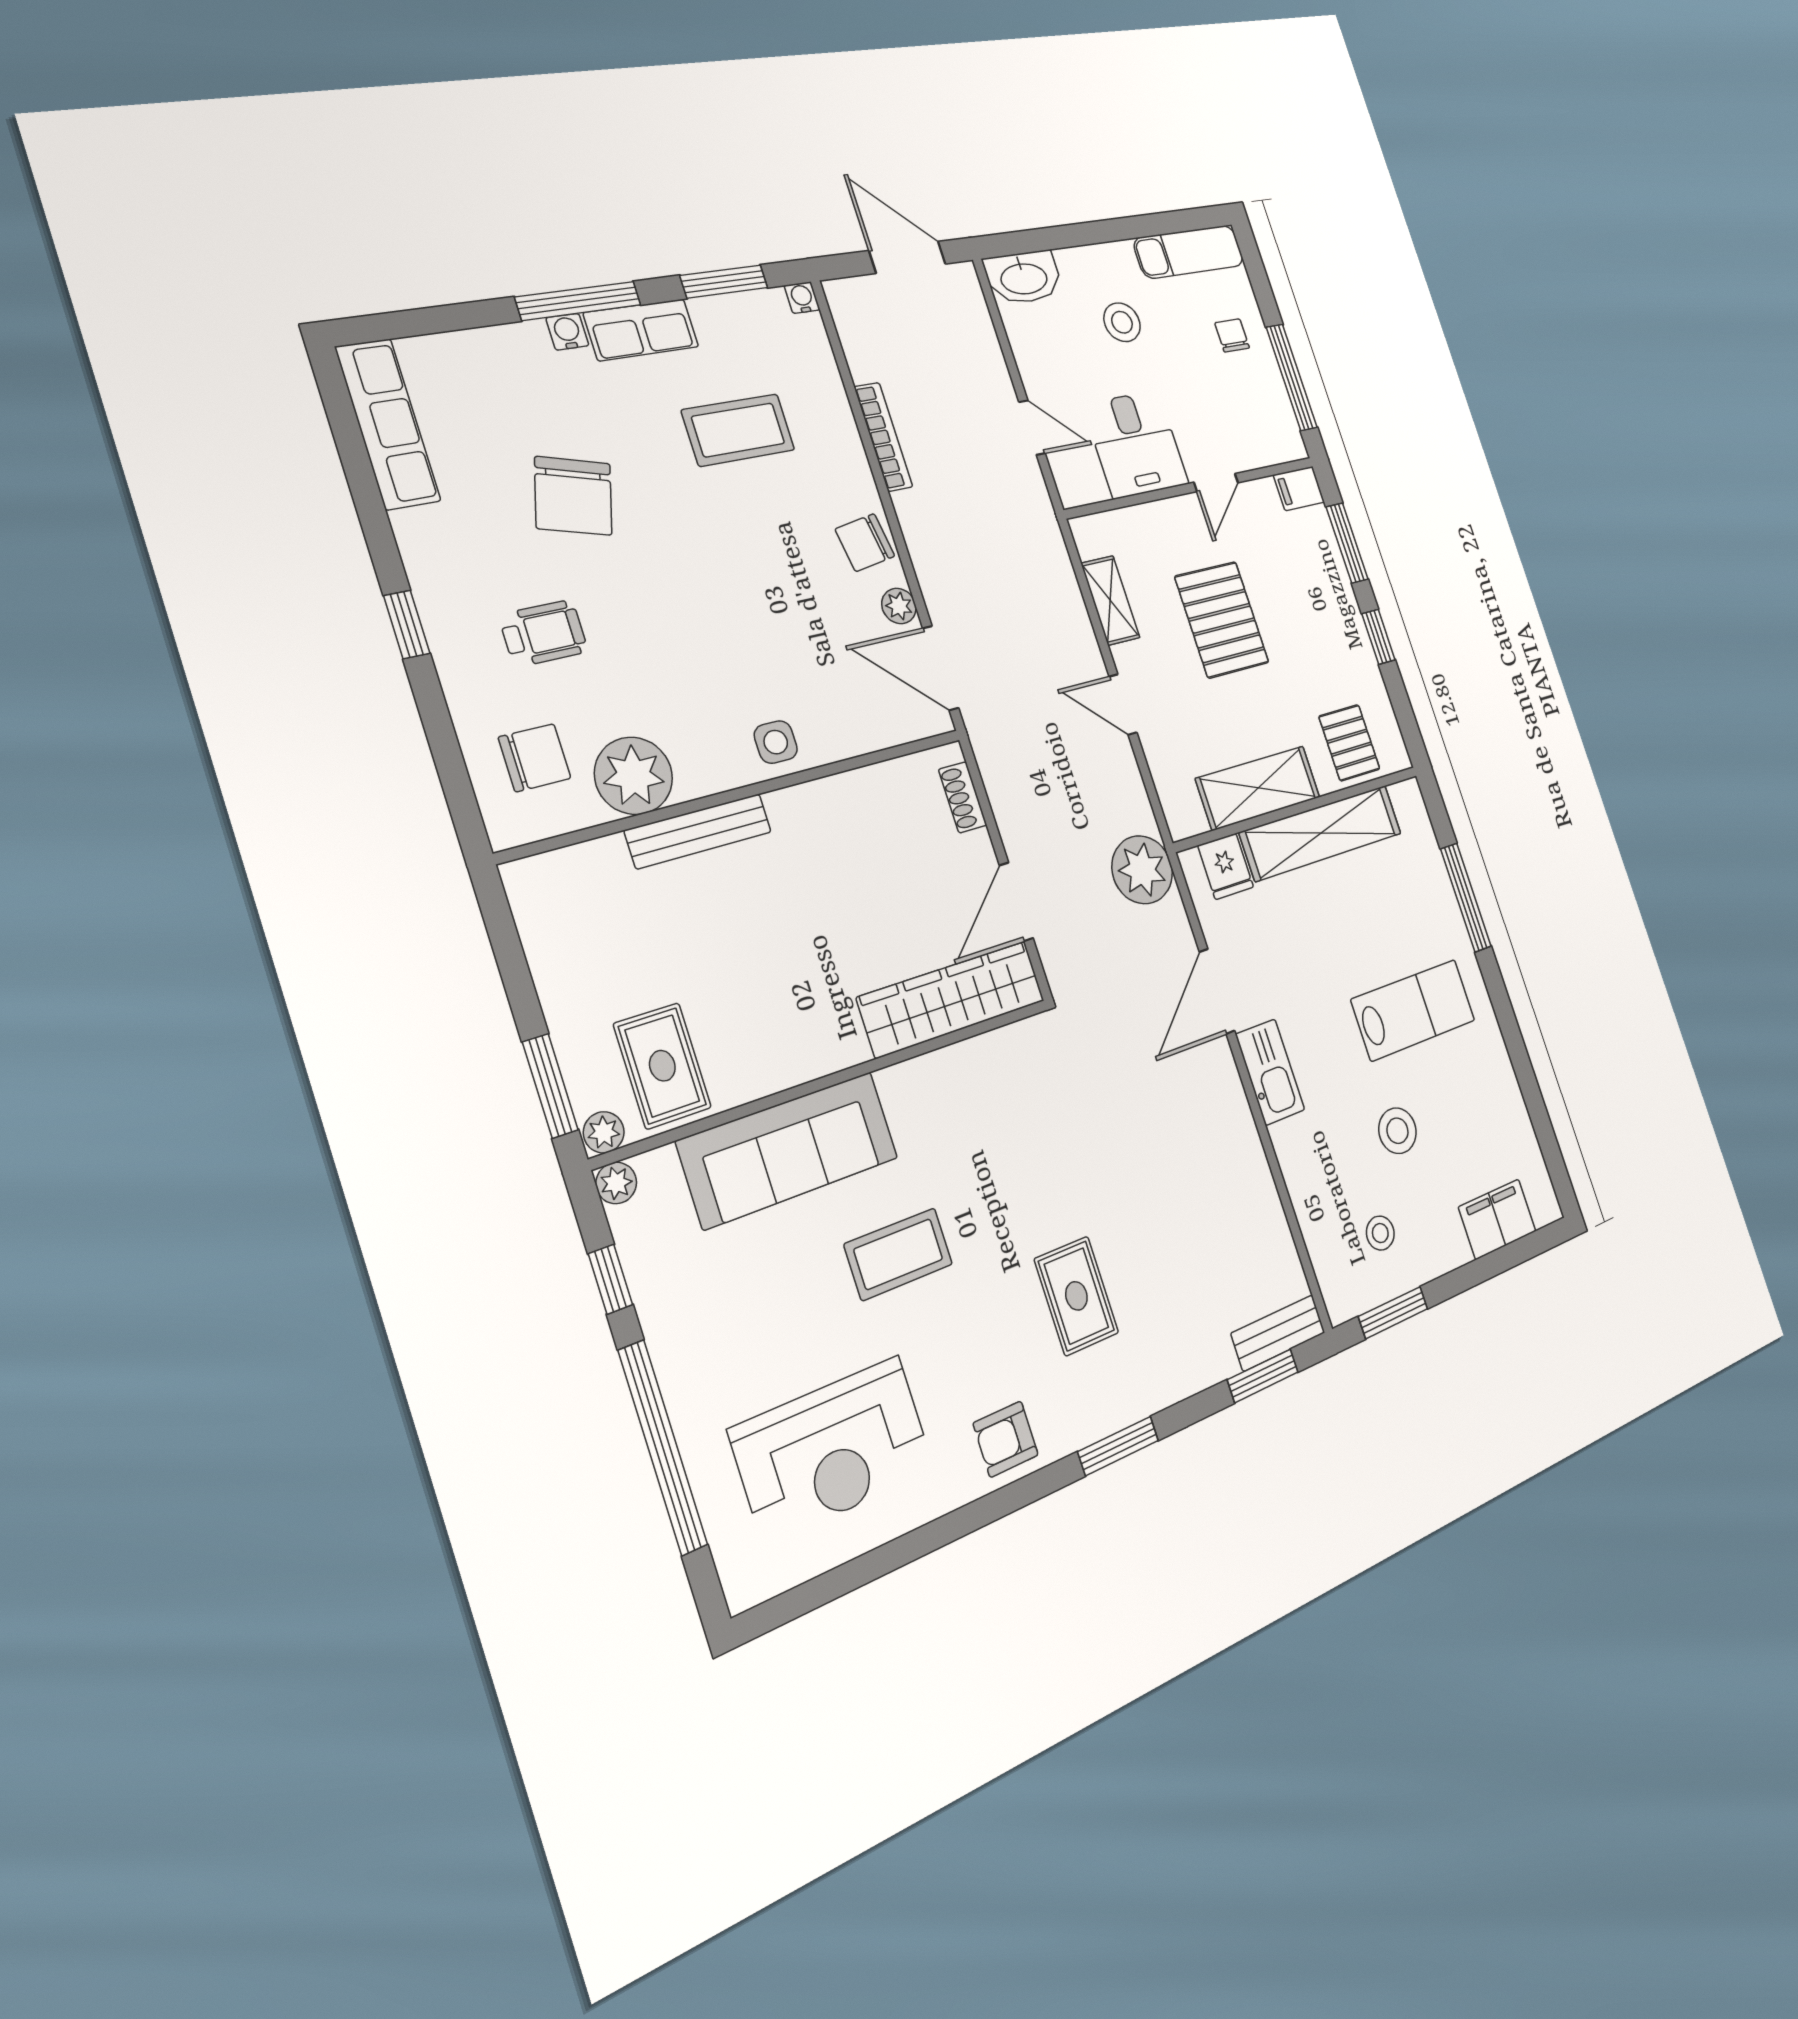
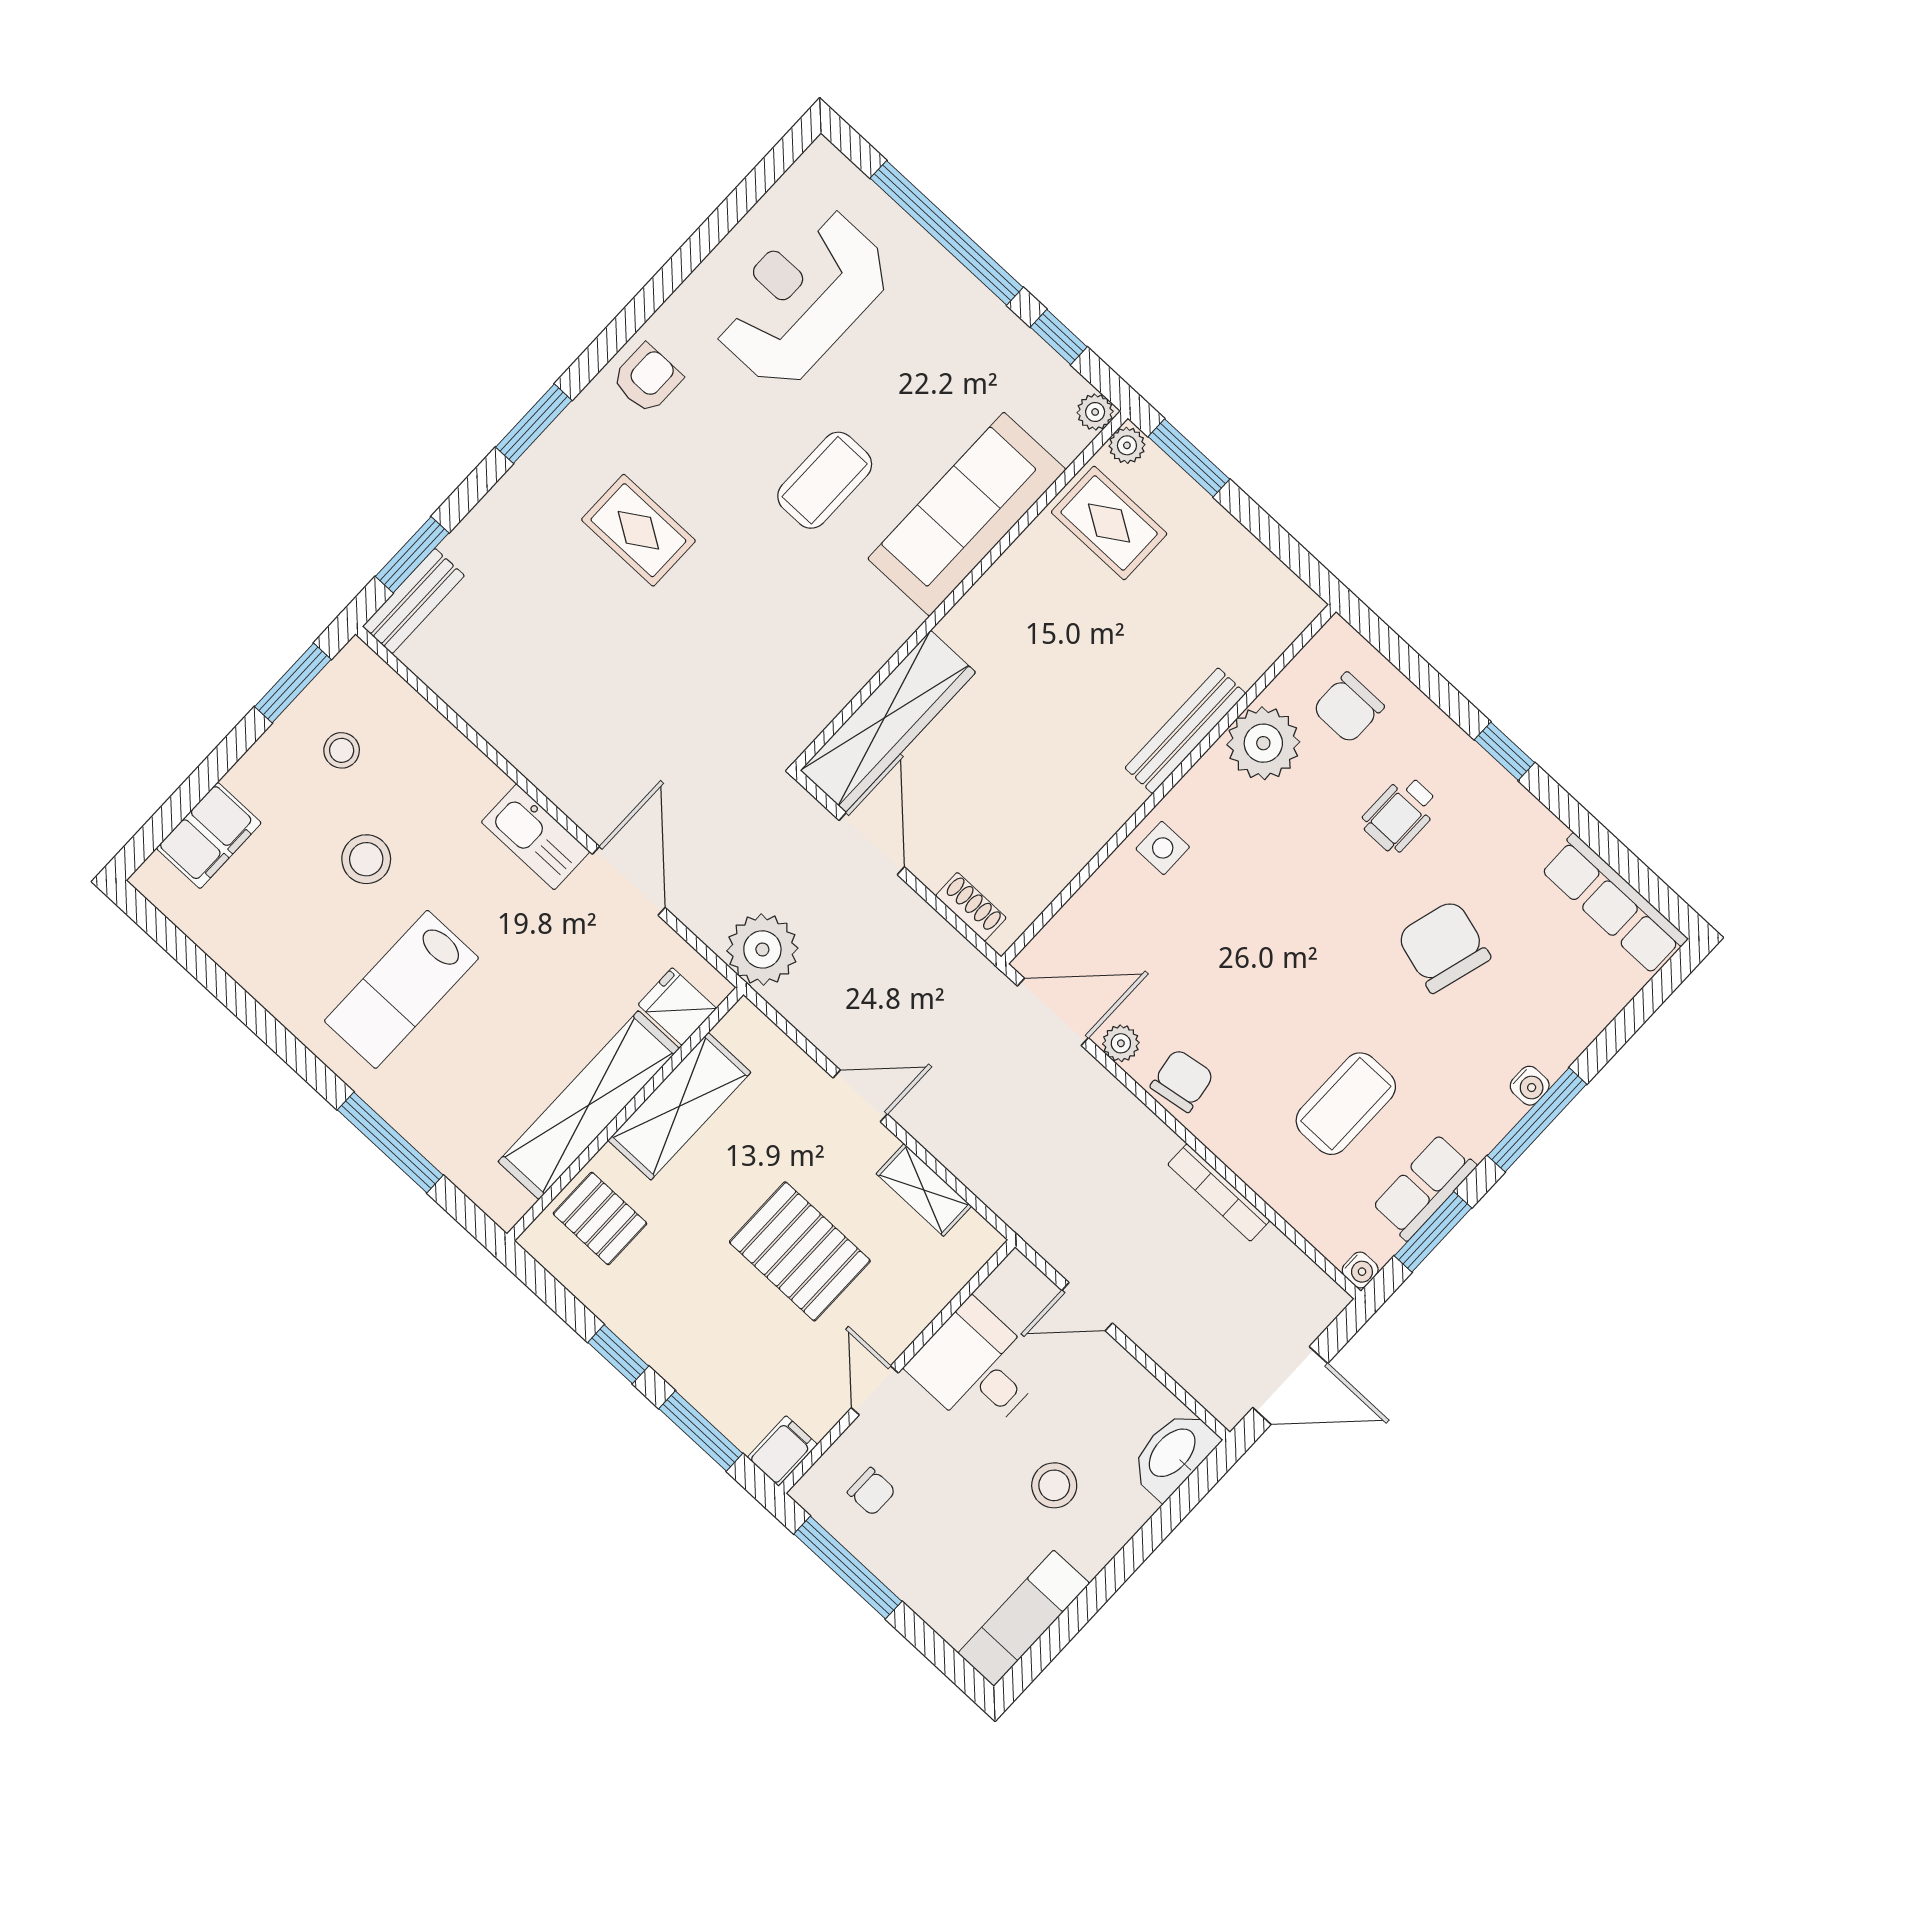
row of seats: (641, 330) -> (1424, 1187), moved
chair: (1232, 335) -> (872, 1492), moved

